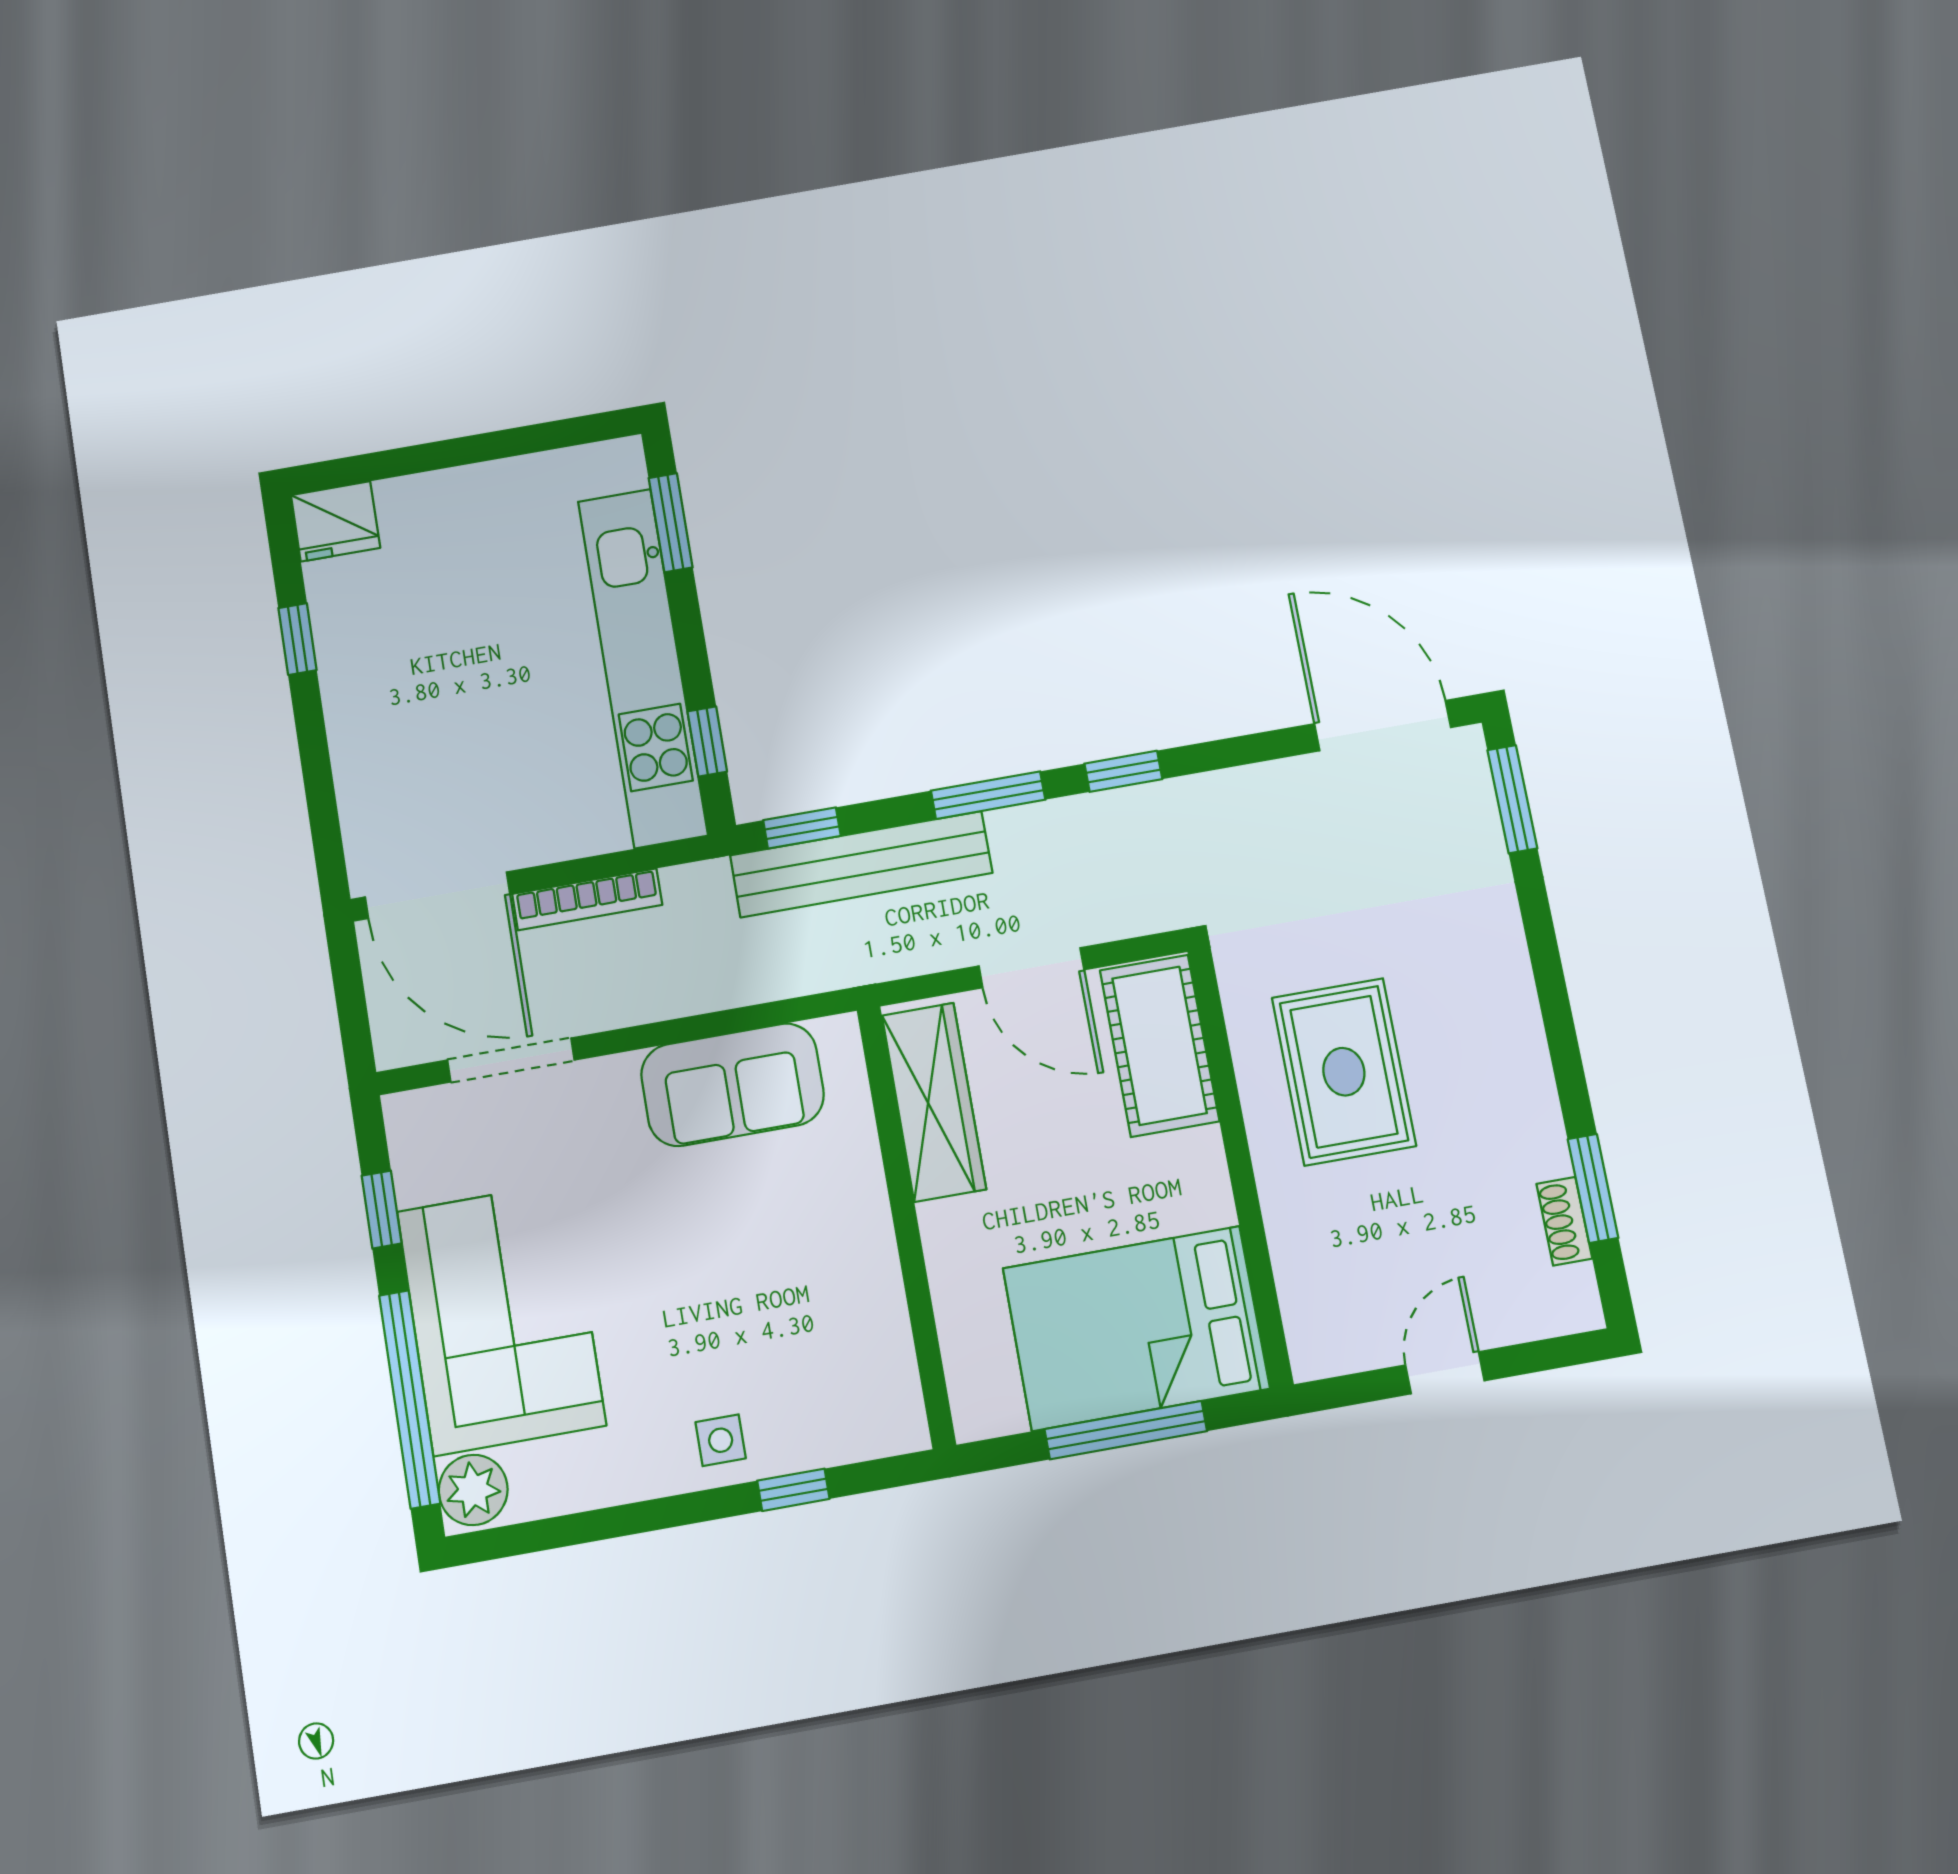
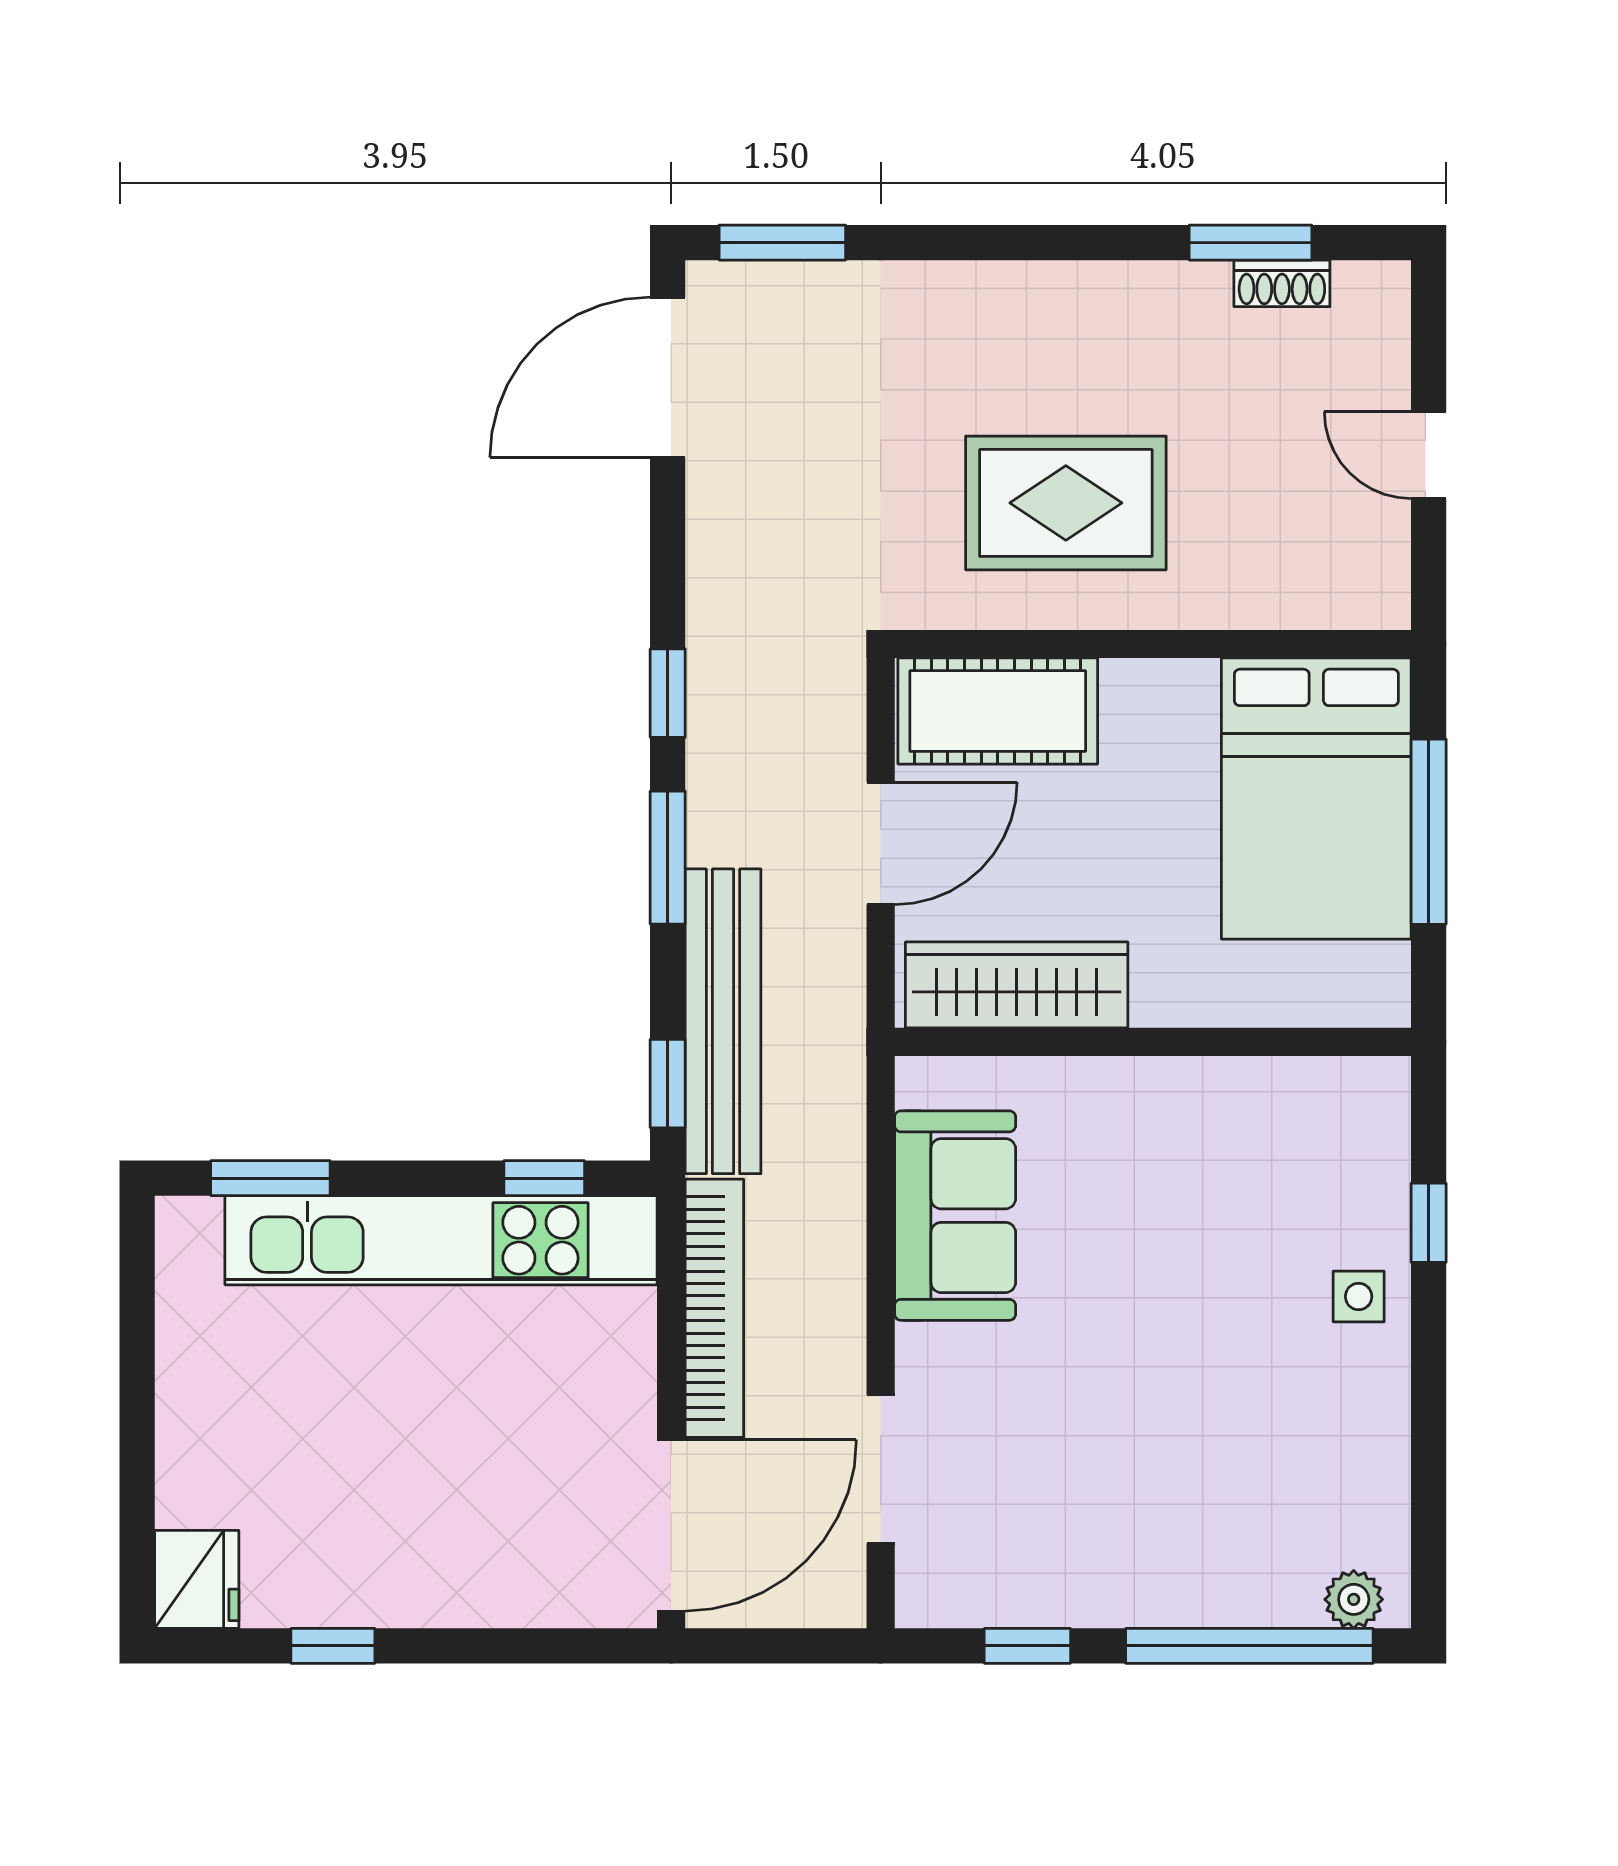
bookcase: (587, 899) -> (714, 1308), width x1.48, depth x1.31
corner sofa: (501, 1318) -> (1176, 1526), removed
plant: (473, 1490) -> (1354, 1599), width x0.73, depth x0.73

